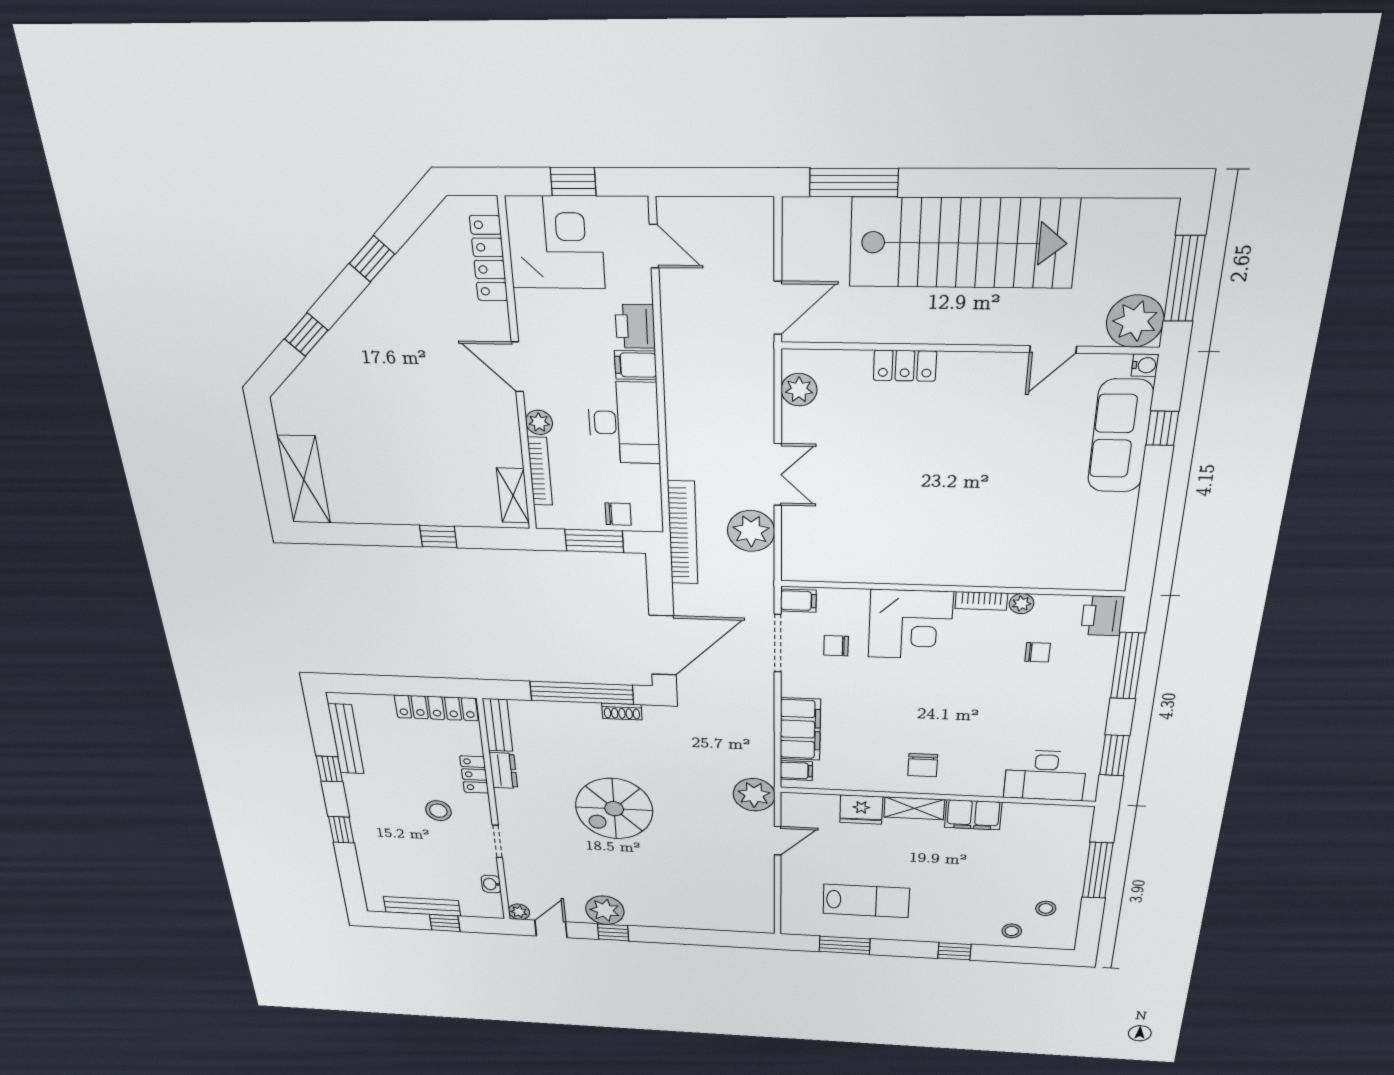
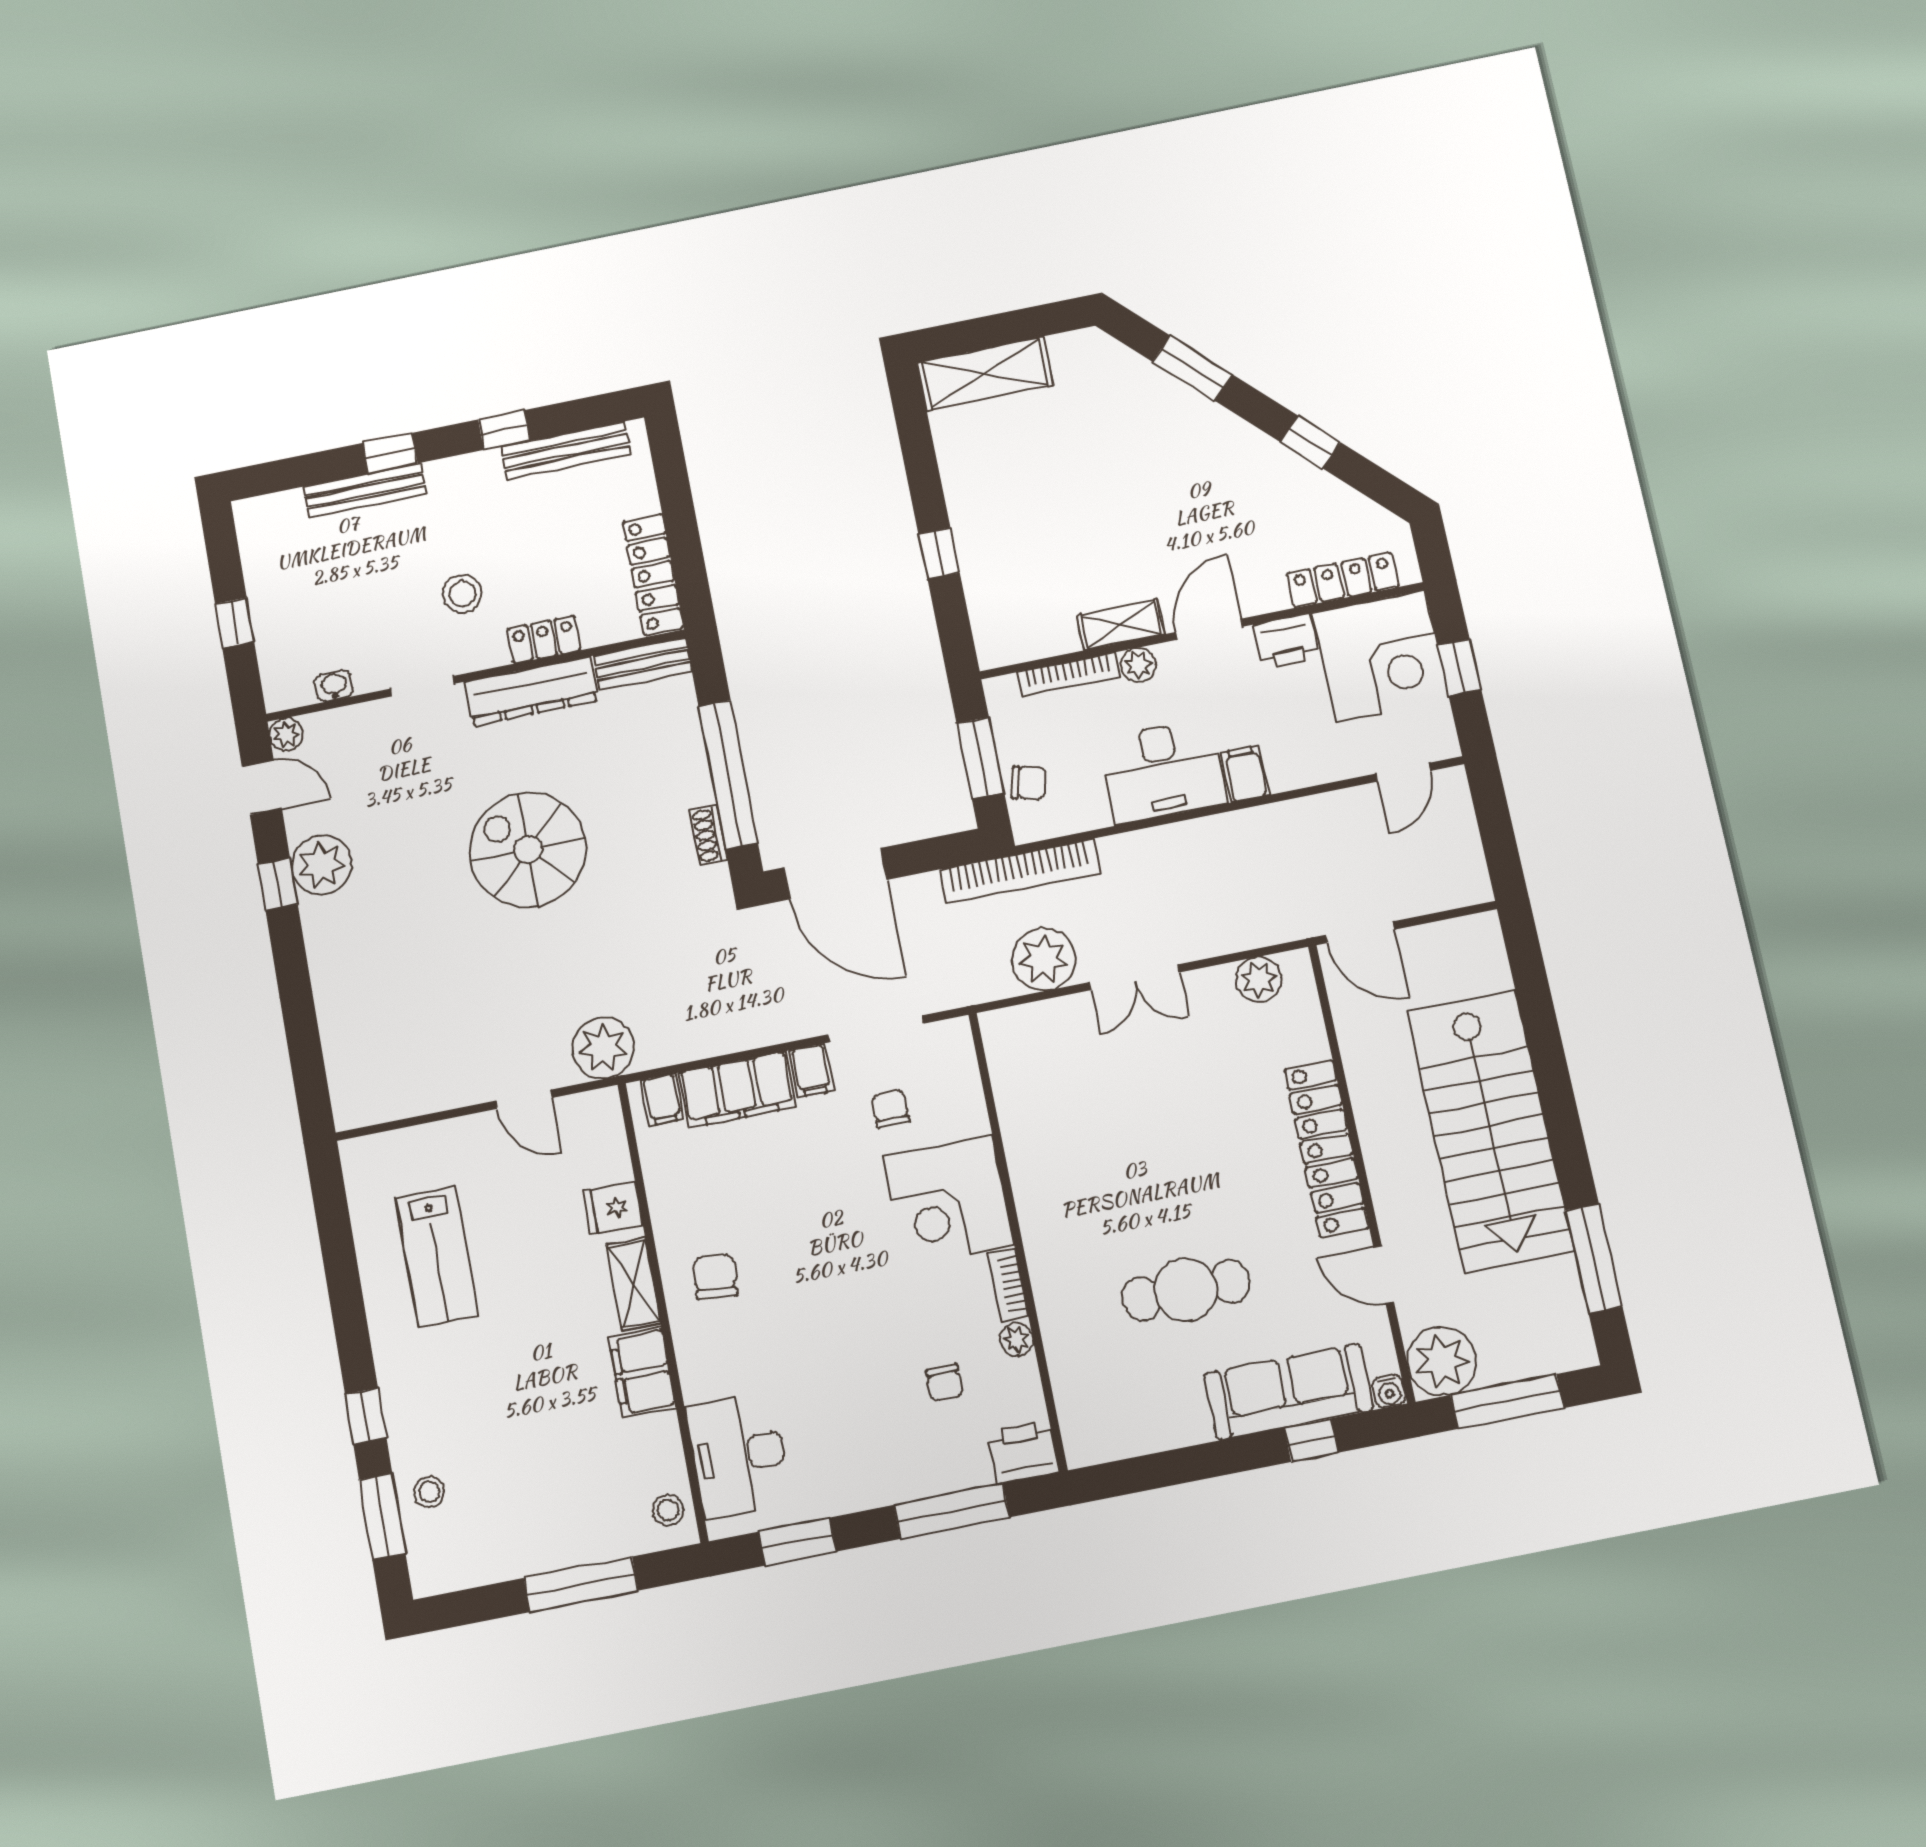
window: (854, 183) -> (1594, 1258), moved
printer: (635, 326) -> (1286, 642), moved, turned 180
window: (306, 335) -> (1193, 368), width x1.50
locker: (905, 366) -> (1326, 1149), width x2.16, depth x1.21
cafe table: (1021, 489) -> (1186, 1290), added
shelving: (513, 496) -> (1121, 625), moved
chair: (618, 514) -> (1029, 783), turned -76
filing cabinet: (798, 601) -> (811, 1070), moved
chair: (923, 765) -> (715, 1277), turned 95
dresser: (503, 770) -> (531, 691), width x1.96, depth x1.24
fridge: (861, 810) -> (613, 1208), width x0.72
bench: (422, 906) -> (365, 491), moved, turned 90
stool: (1046, 908) -> (668, 1510), moved
window: (845, 945) -> (382, 1516), moved

